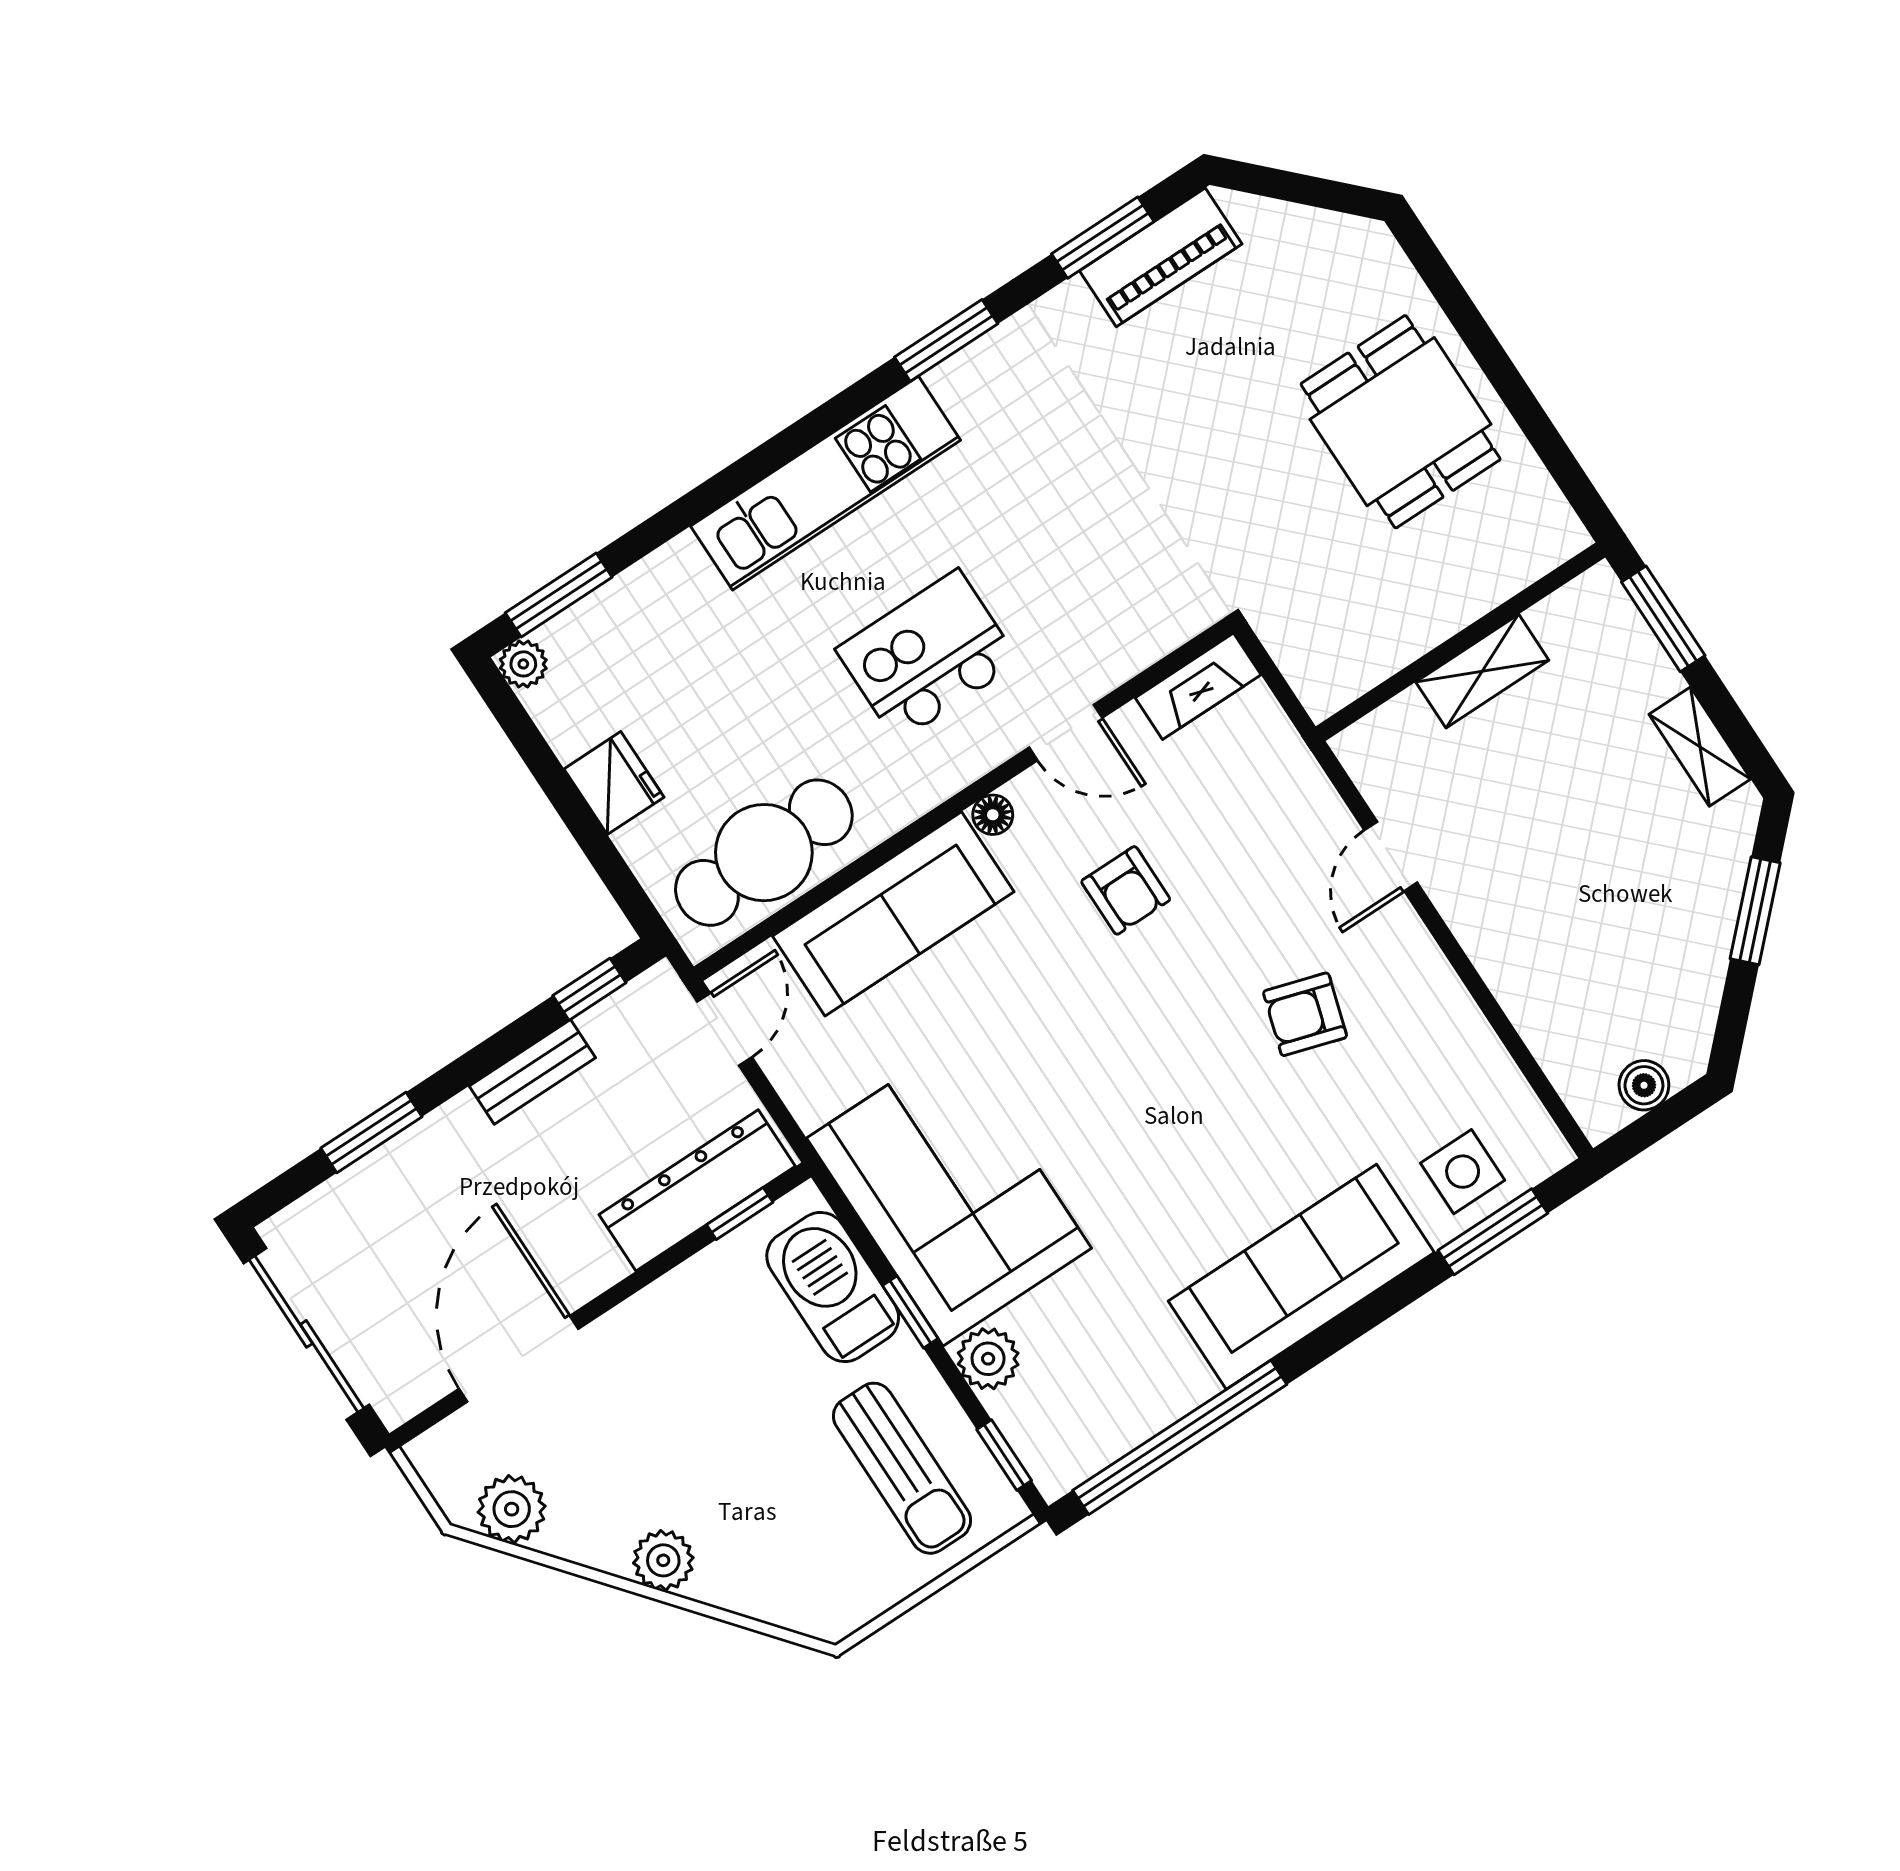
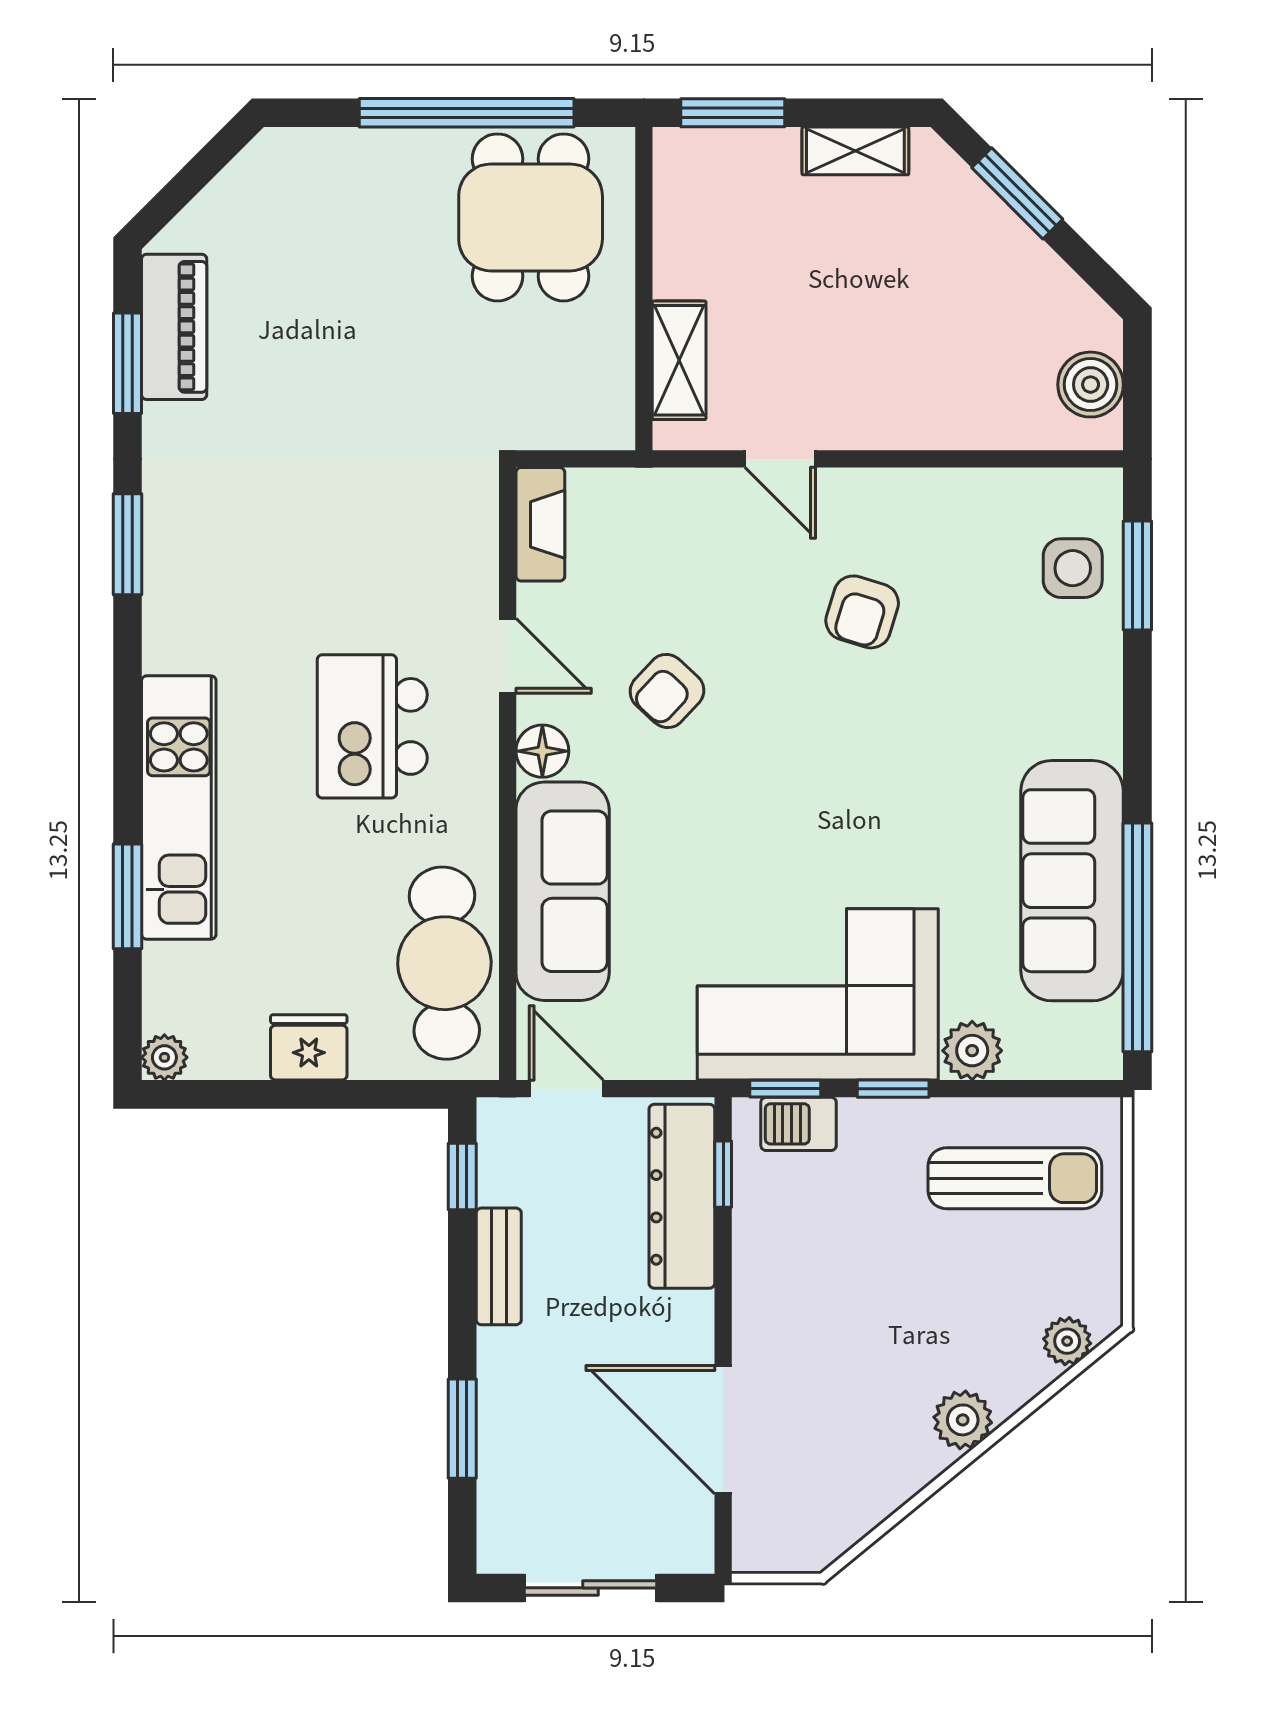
window: (1512, 389) -> (467, 113), added
dining table: (1401, 422) -> (531, 217), moved, turned 90
kitchen unit: (826, 483) -> (179, 808), moved
window: (559, 595) -> (127, 896), moved
shelving: (1482, 671) -> (679, 360), moved
door: (1066, 733) -> (508, 656), hinge flipped
floor lamp: (993, 815) -> (542, 751), width x1.37, depth x1.37
armchair: (1126, 890) -> (667, 691), turned 133
boiler: (1644, 1085) -> (1091, 385), width x1.36, depth x1.36
sofa: (1301, 1277) -> (1072, 881), moved
barbecue: (833, 1287) -> (799, 1124), width x0.53, depth x0.65
sliding door: (306, 1334) -> (591, 1588), width x0.73
window: (1004, 1455) -> (785, 1089), moved
plant: (512, 1509) -> (1067, 1341), moved, width x0.73, depth x0.73

